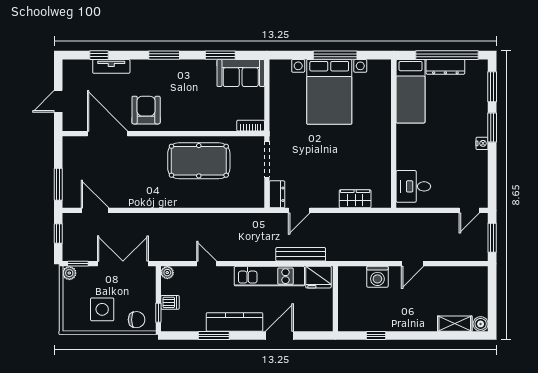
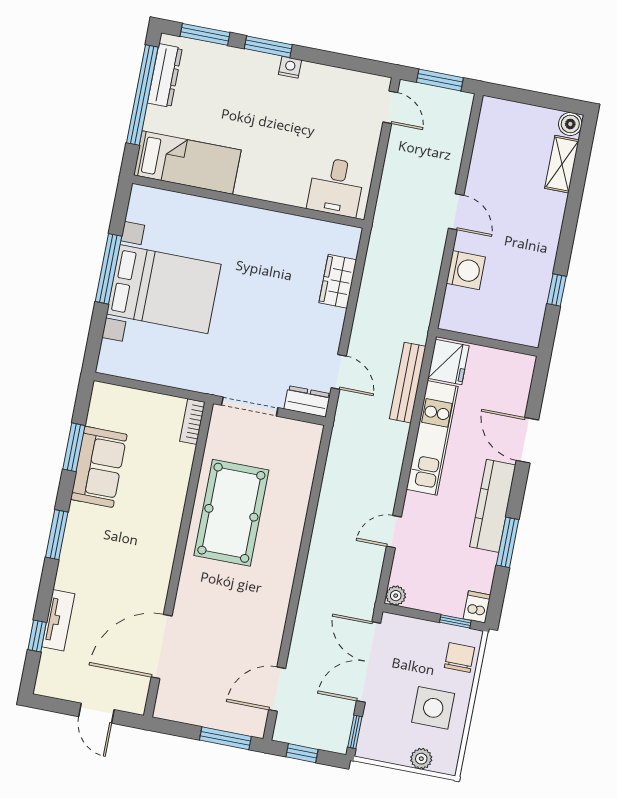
dresser: (445, 67) -> (165, 76), moved
sofa: (241, 73) -> (99, 467), moved
armchair: (146, 110) -> (137, 579), removed
plant: (69, 273) -> (421, 759), moved
dishwasher: (170, 302) -> (477, 607), moved

